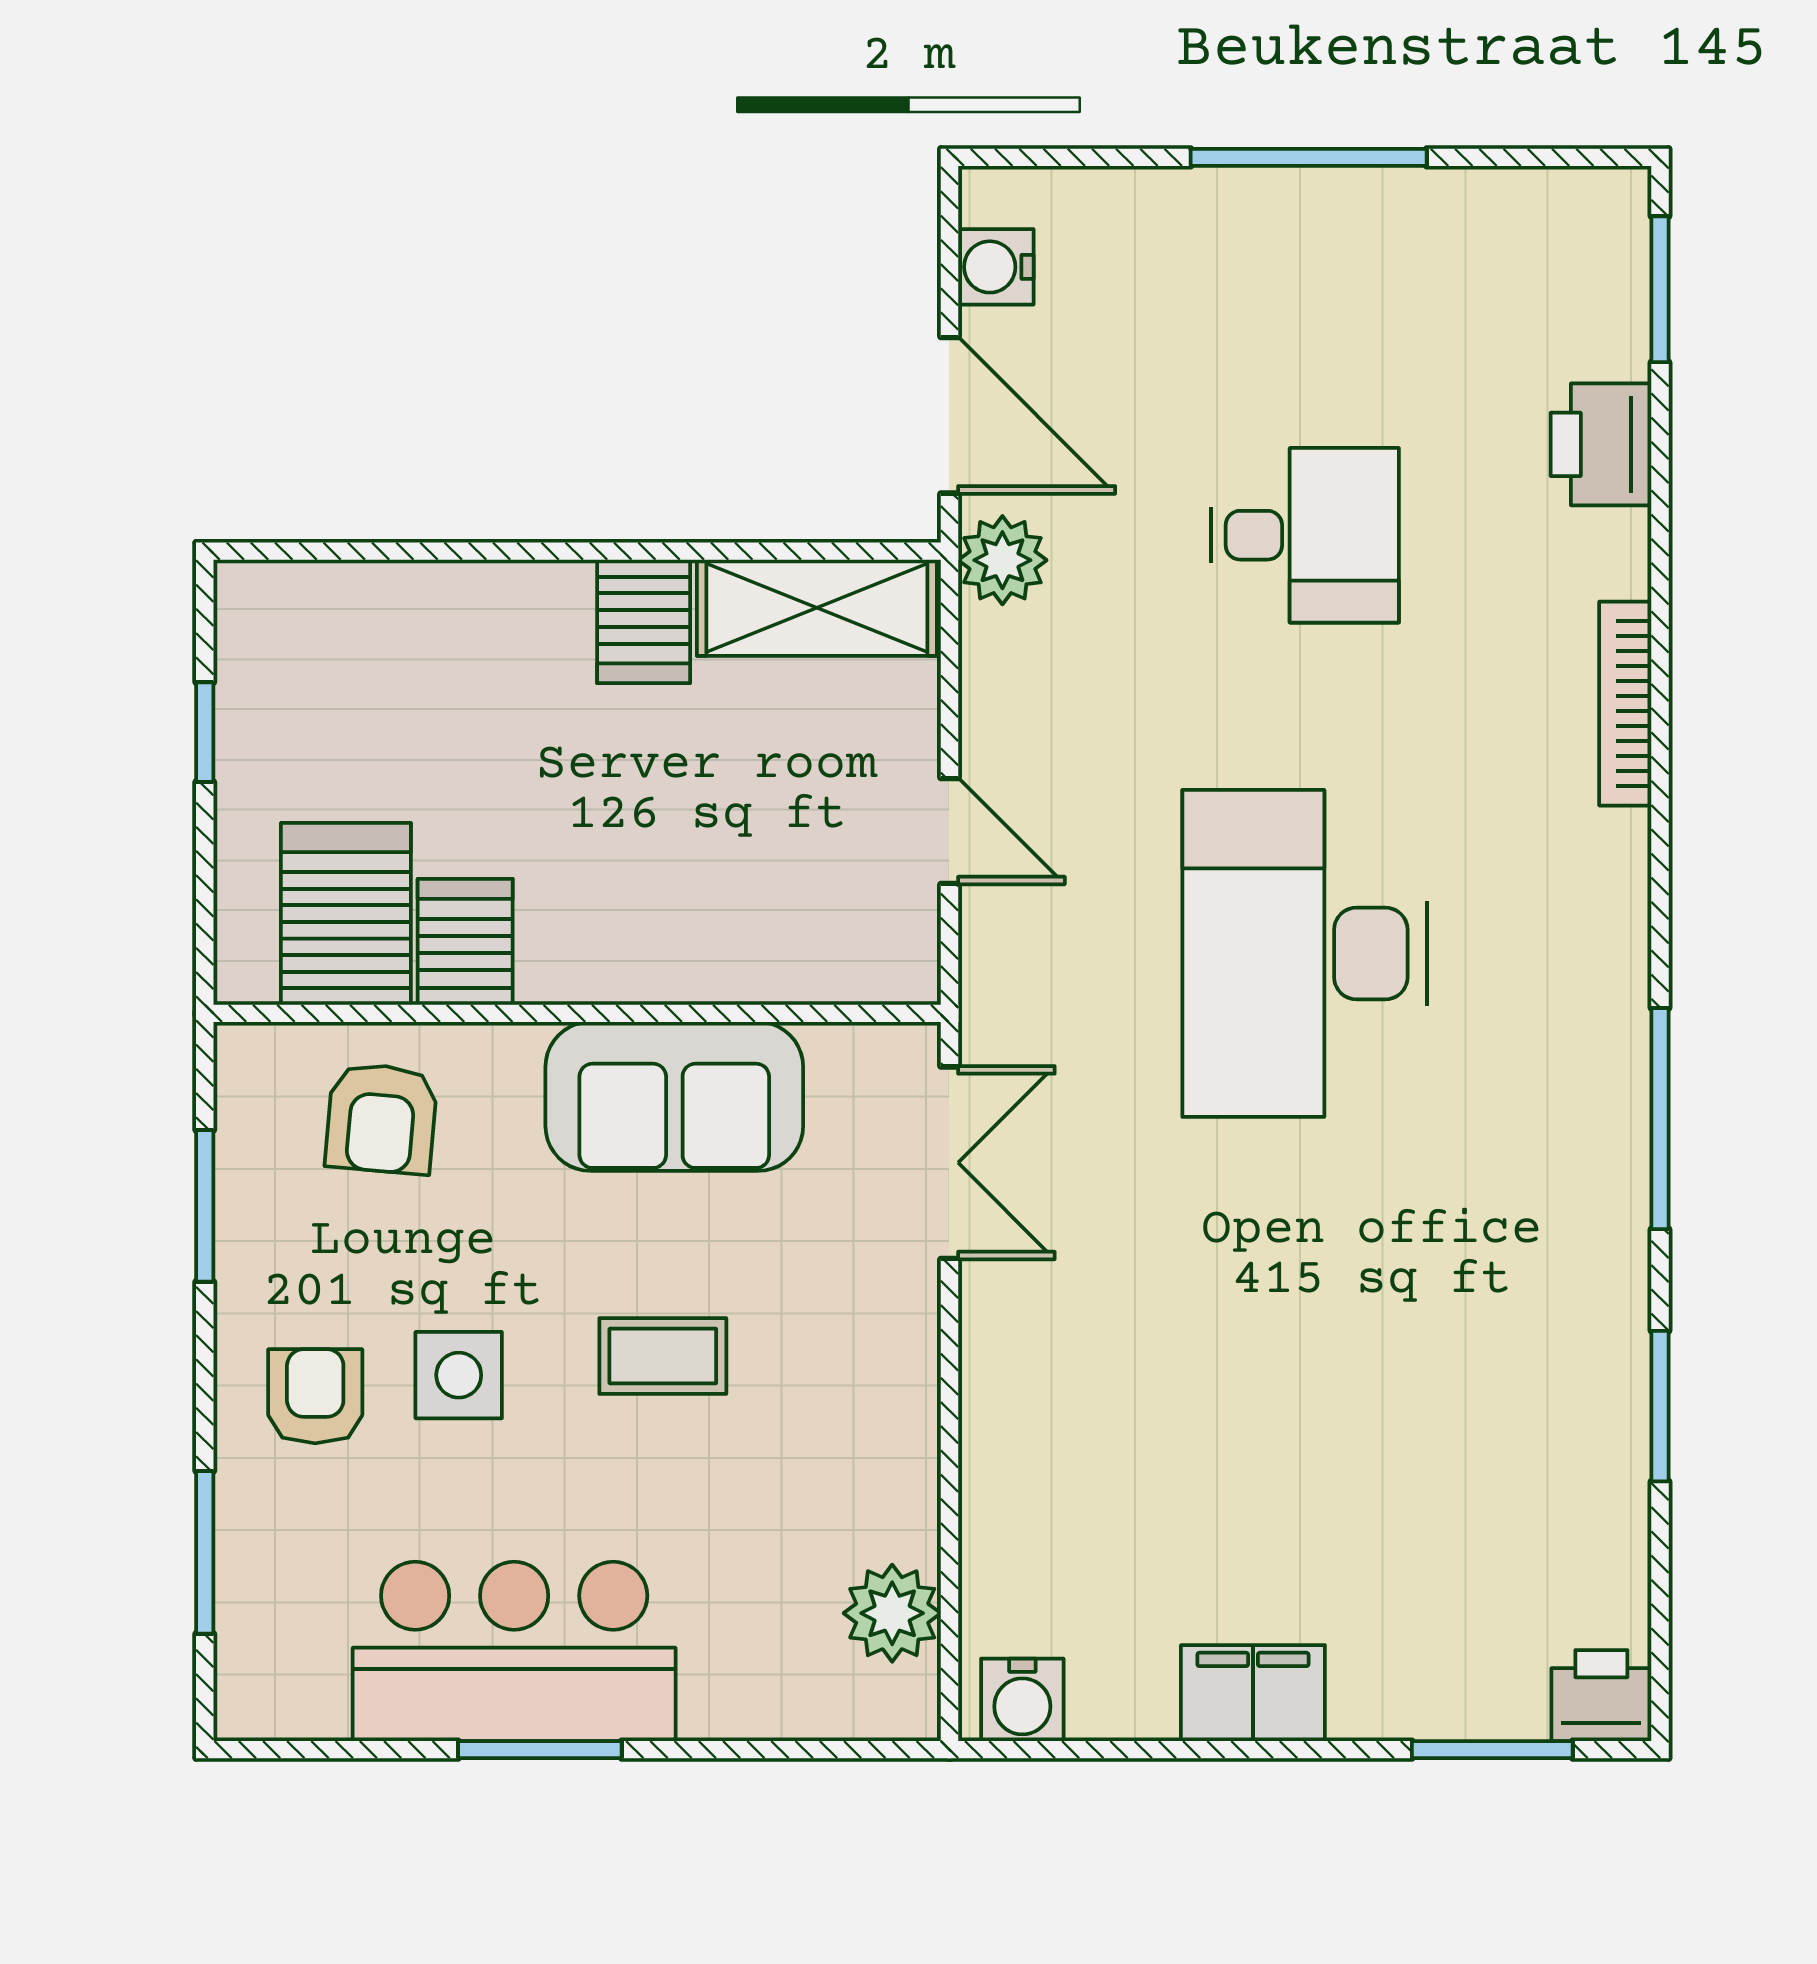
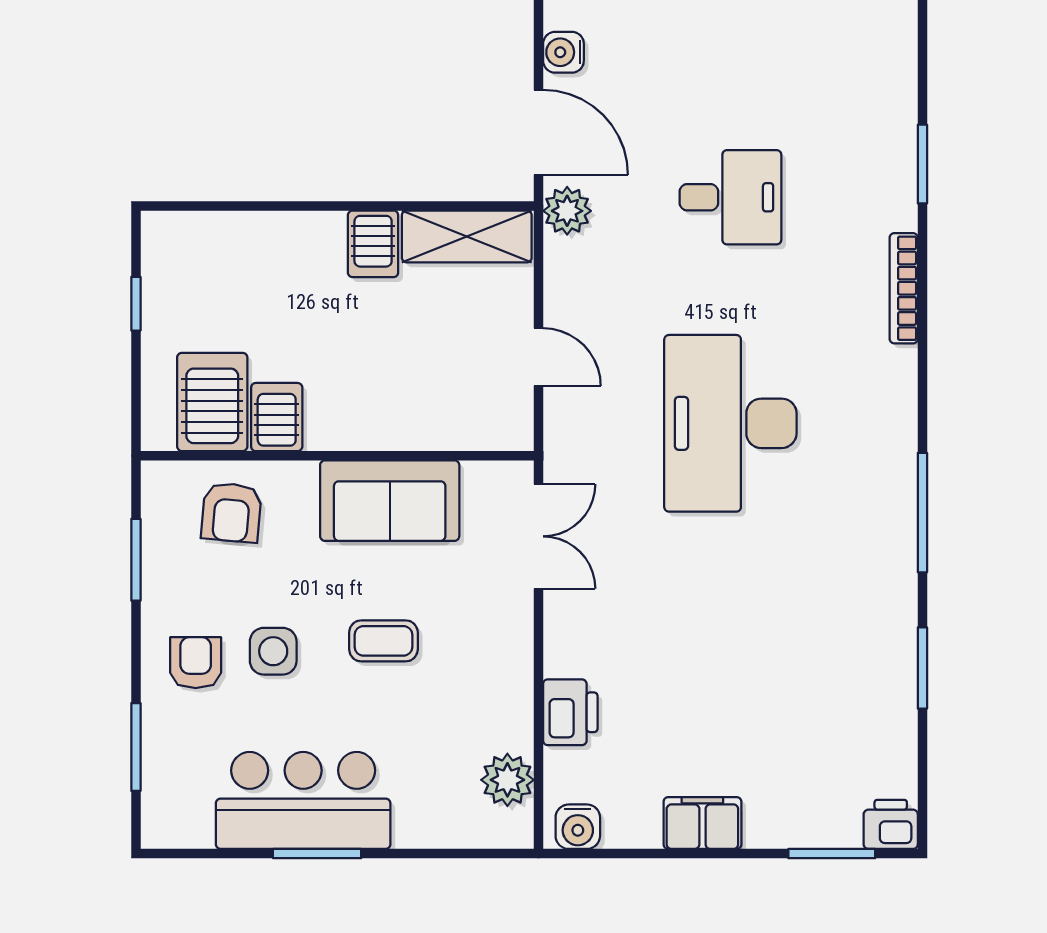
window: (1660, 289) -> (922, 164), moved
printer: (1601, 444) -> (570, 712), moved, turned 180

